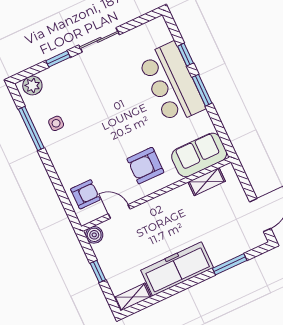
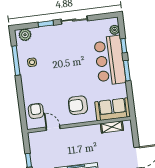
plant: (164, 35) -> (115, 30), added
armchair: (85, 194) -> (36, 111), turned -90
boiler: (94, 235) -> (33, 137), removed

